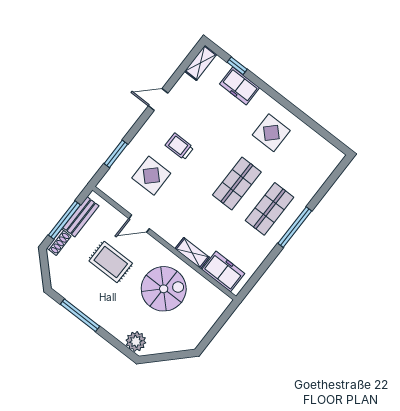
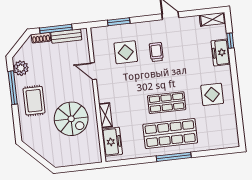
shop shelf: (269, 209) -> (170, 134), width x1.43, depth x1.36
rug: (111, 262) -> (34, 101), moved
plant: (136, 341) -> (21, 68), moved

